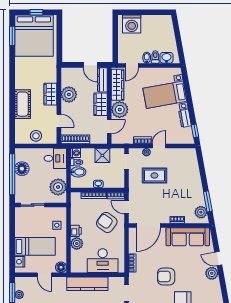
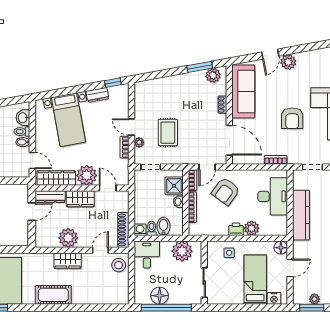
cot: (23, 104) -> (53, 295), moved
stool: (36, 136) -> (119, 265), moved
shower: (102, 155) -> (174, 186), moved

